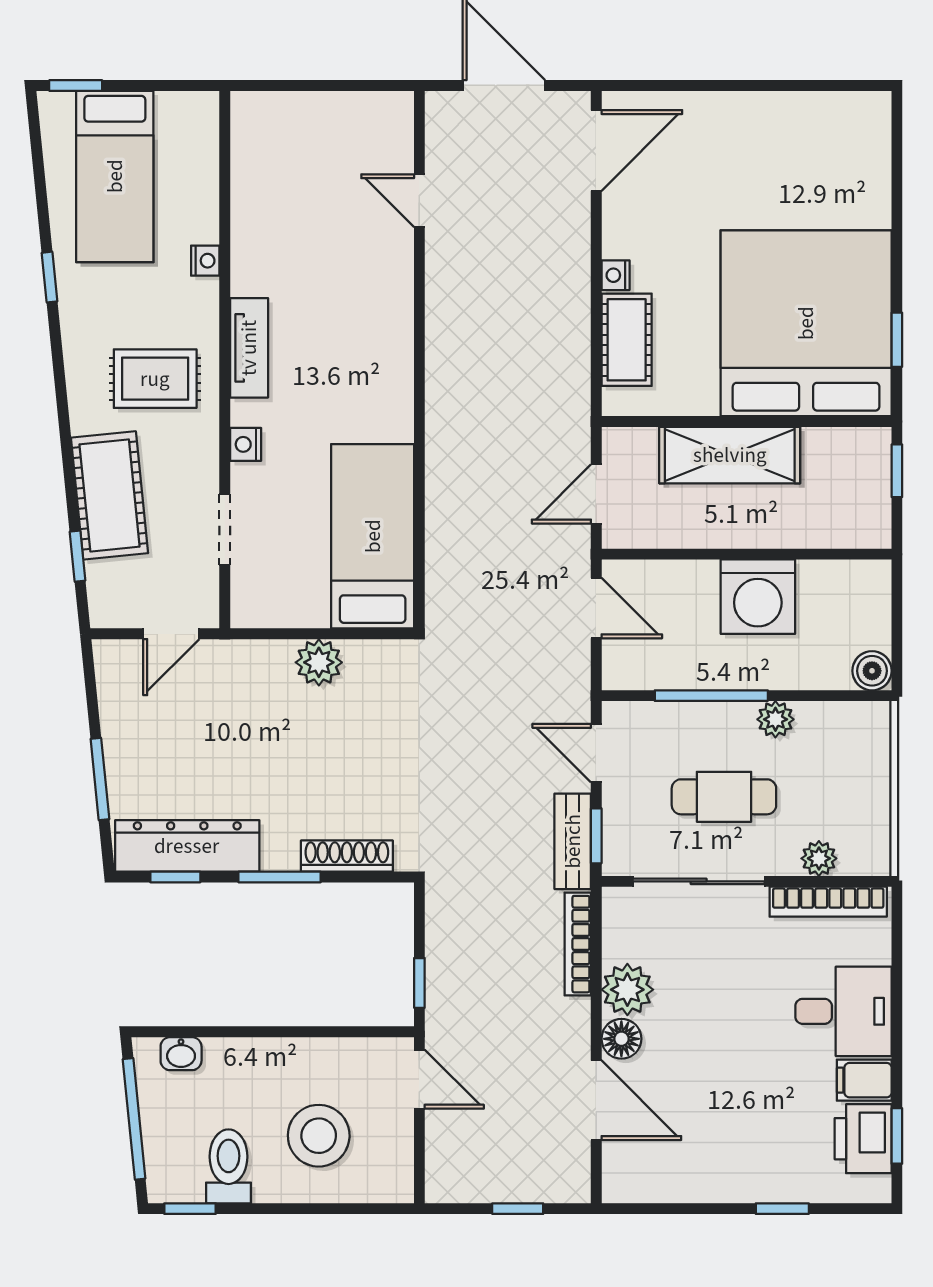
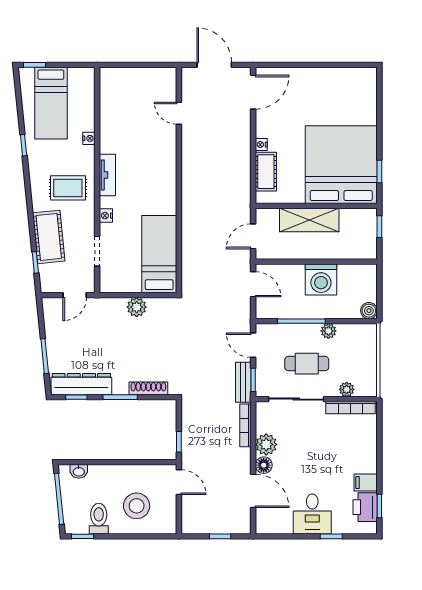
desk: (843, 1011) -> (312, 514), moved, turned 90

